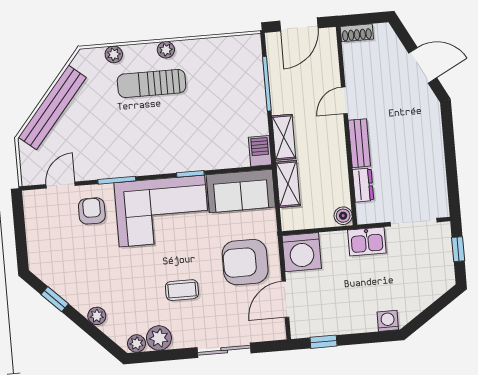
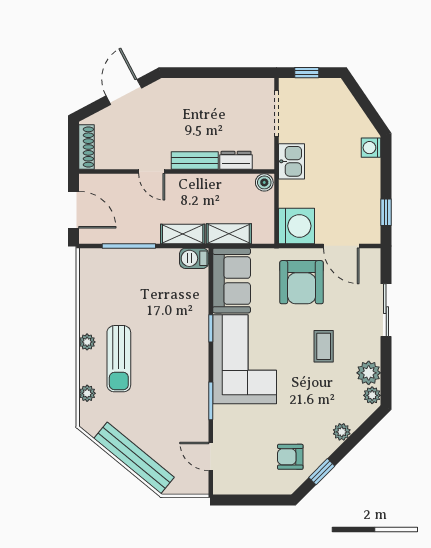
shoe rack: (357, 33) -> (86, 147), width x1.43
armchair: (92, 211) -> (290, 457), moved

